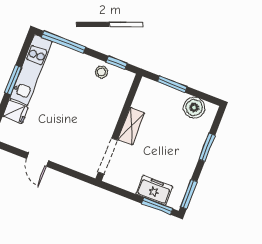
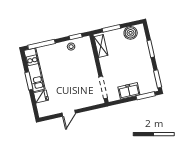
shelving: (131, 126) -> (101, 46), moved
door: (38, 160) -> (69, 113), hinge flipped
freezer: (154, 190) -> (129, 91), moved

